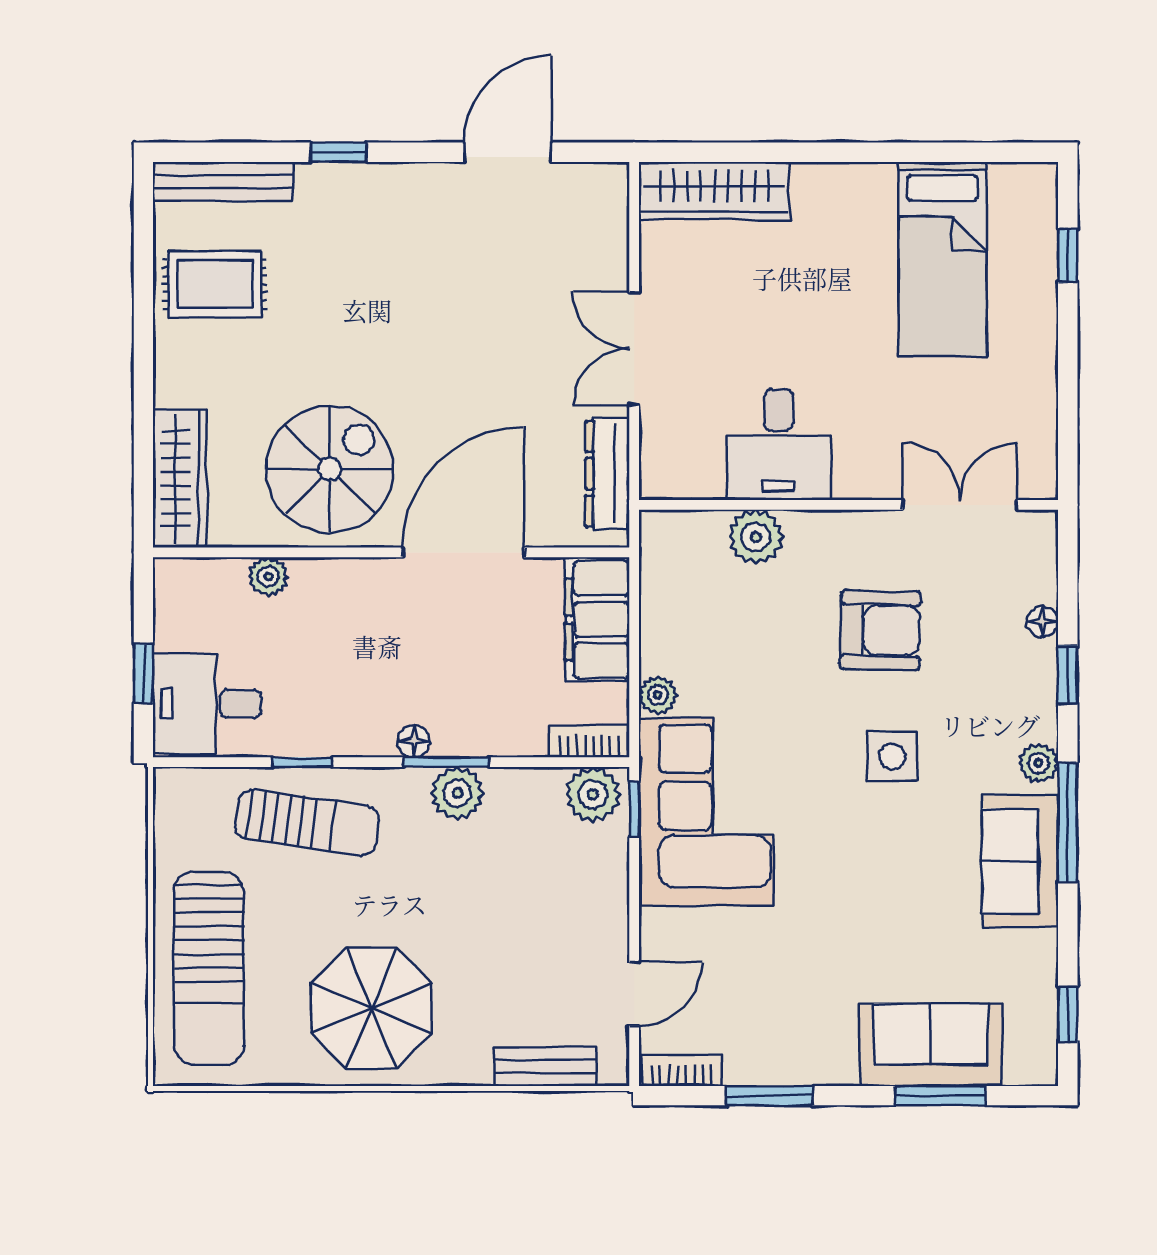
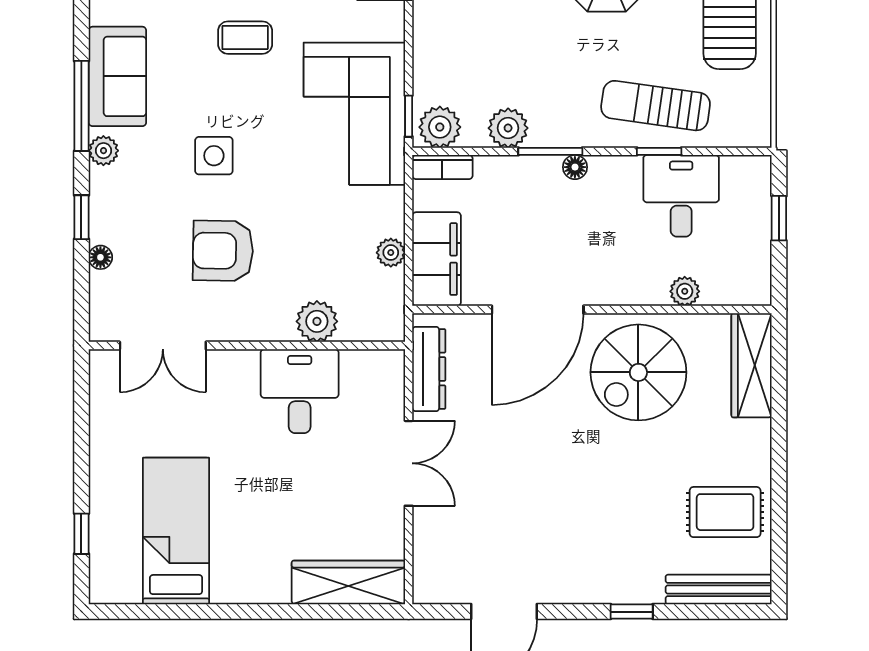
plant: (658, 695) -> (391, 253), moved
desk: (207, 704) -> (681, 196), moved, turned -90
plant: (457, 793) -> (508, 128), moved
coffee table: (851, 913) -> (245, 38), added

